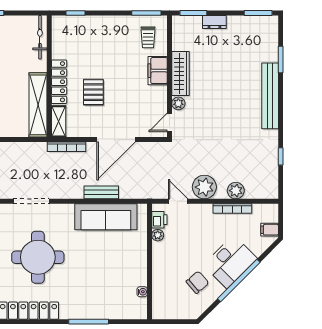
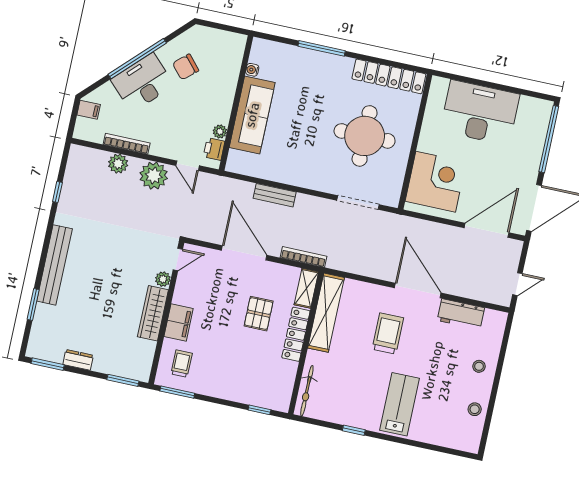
dresser: (214, 22) -> (78, 360), moved
door: (116, 140) -> (244, 253), hinge flipped
sofa: (106, 217) -> (252, 115), moved, turned 90

